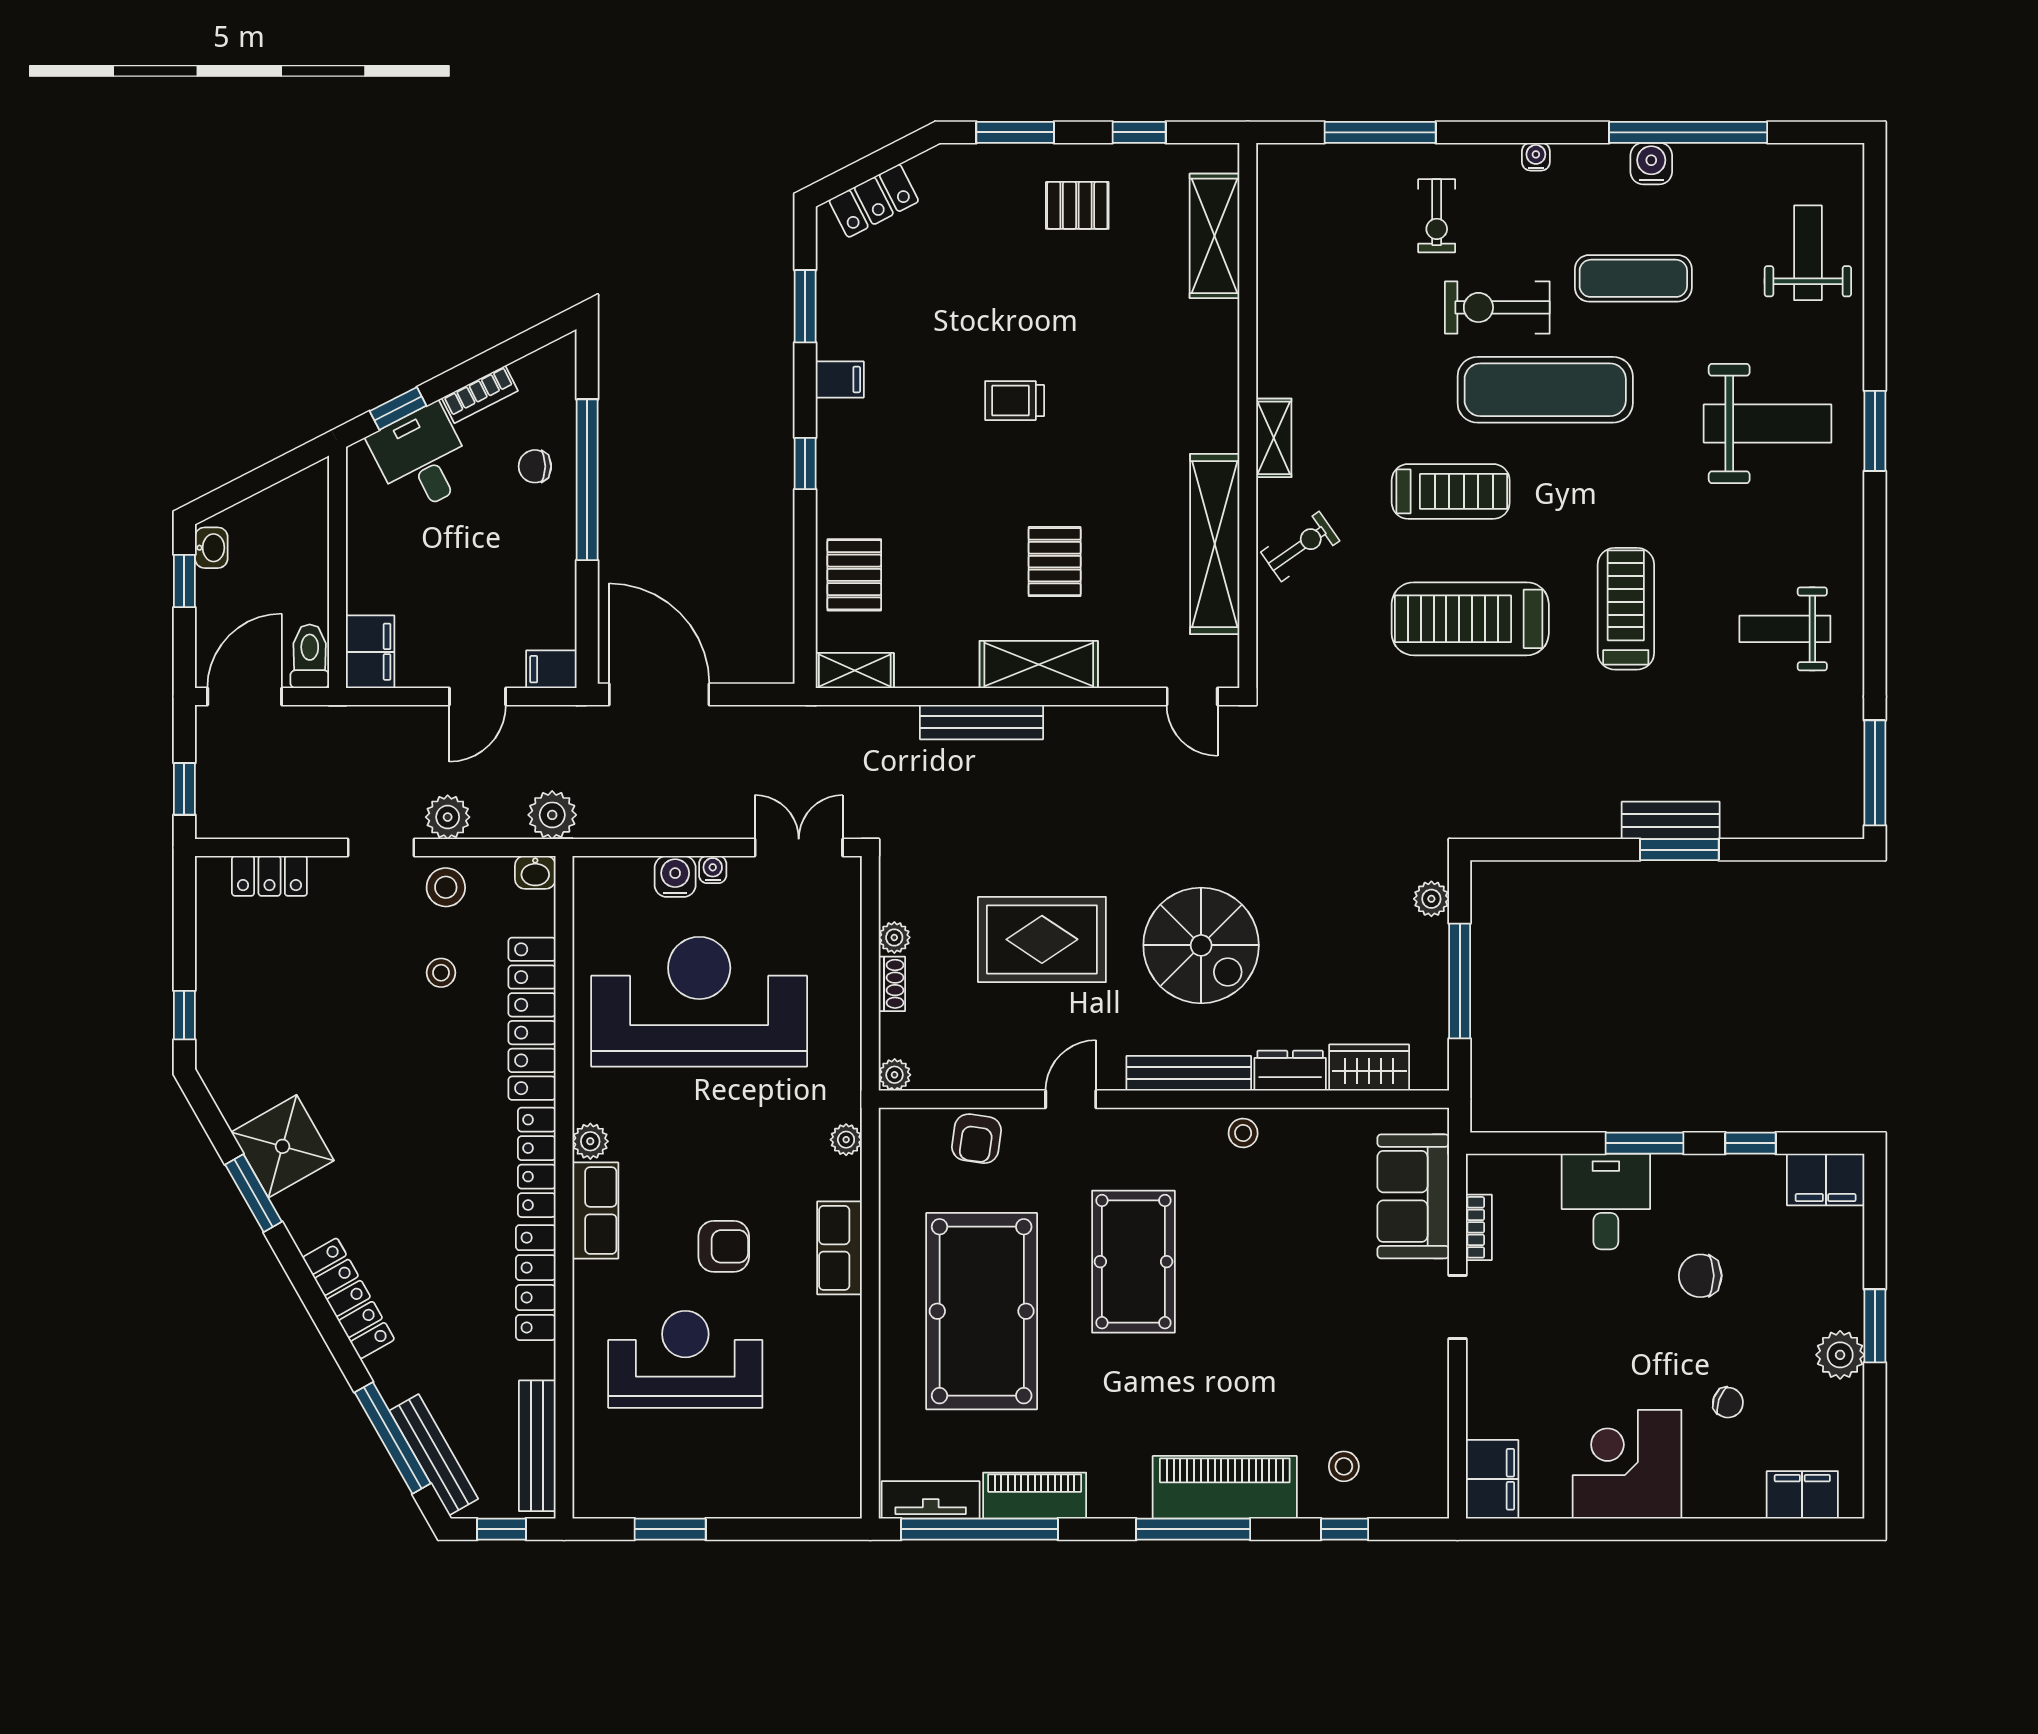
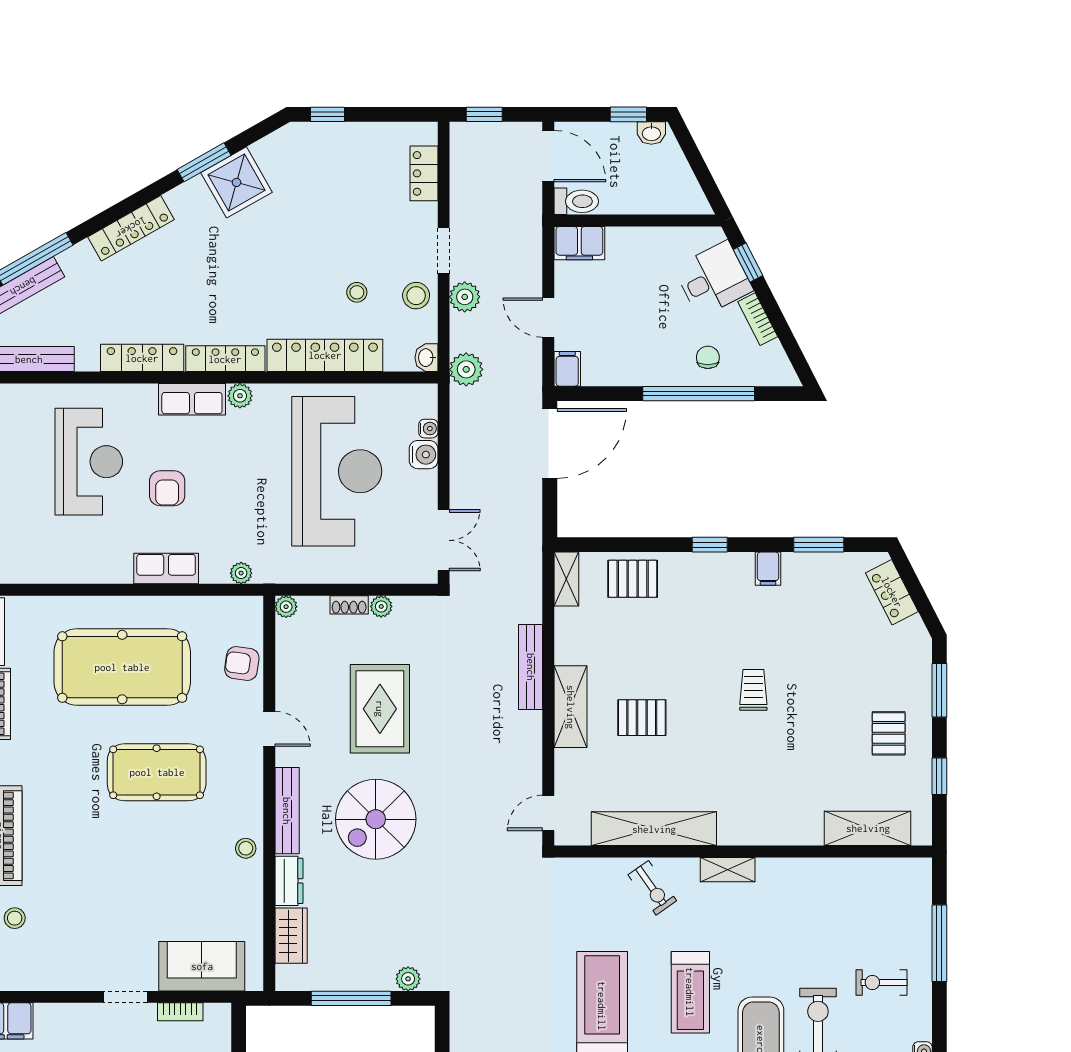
water cooler: (713, 870) -> (428, 429), moved

